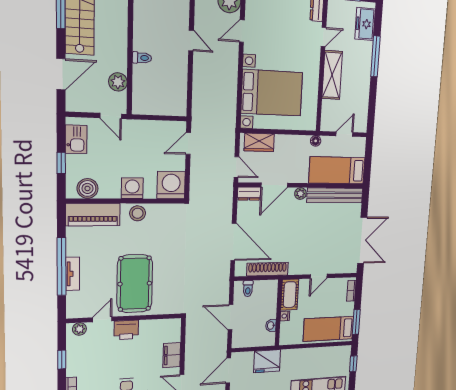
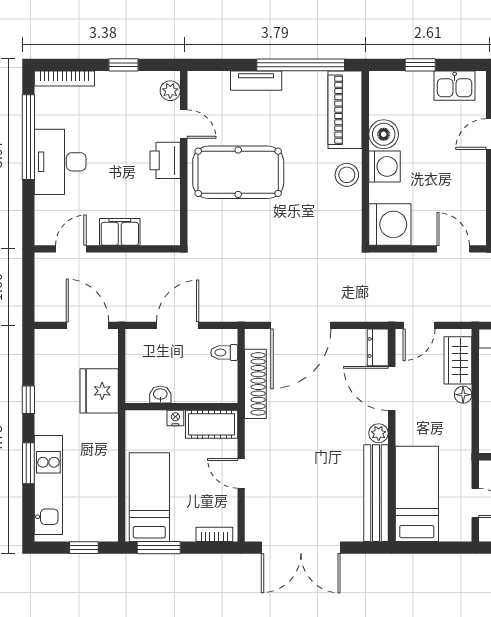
floor lamp: (316, 141) -> (463, 395), moved
boiler: (87, 188) -> (384, 134), moved
window: (61, 267) -> (301, 65), moved

